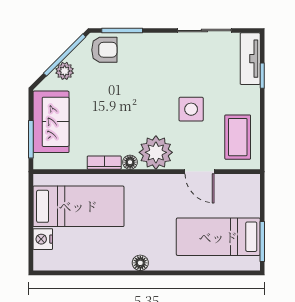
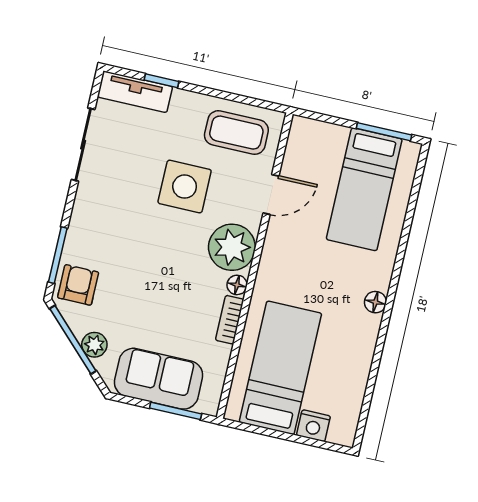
side table: (191, 109) -> (185, 187), width x1.37, depth x1.37

